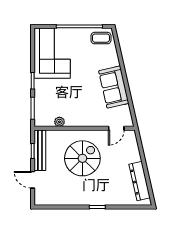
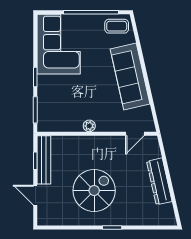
sofa: (114, 87) -> (130, 76), width x1.36
plant: (59, 122) -> (89, 126), moved
spiral stairs: (82, 158) -> (94, 191), moved
dresser: (140, 181) -> (159, 181), moved

